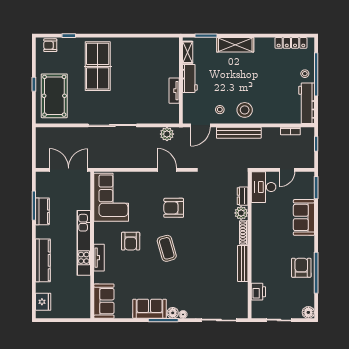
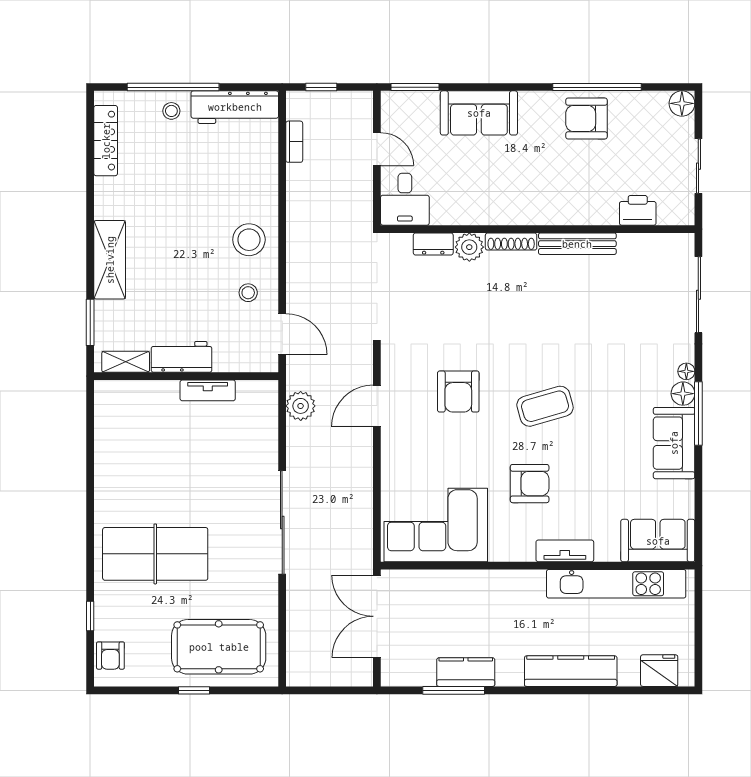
bench: (239, 133) -> (298, 252), removed
desk: (264, 187) -> (405, 199), width x0.73
kitchen unit: (84, 243) -> (616, 584), moved

